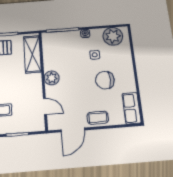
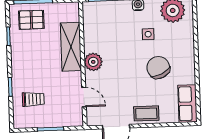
shelving: (32, 54) -> (71, 47), moved
chair: (105, 80) -> (158, 68), turned 65

